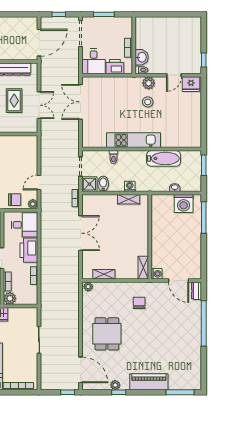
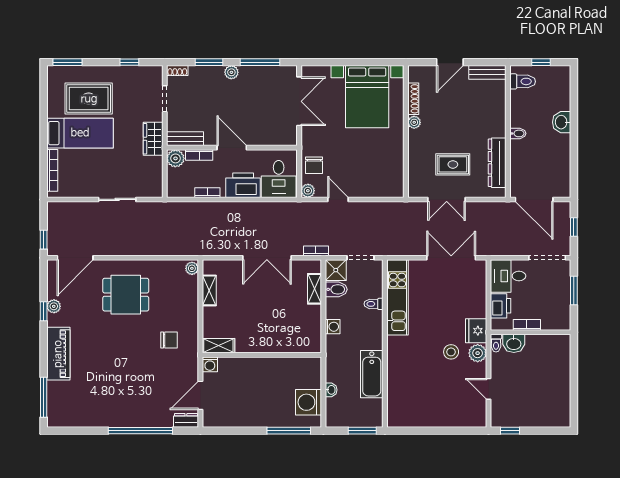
fridge: (191, 84) -> (476, 331), moved
kitchen unit: (134, 140) -> (397, 297), moved
shelving: (129, 199) -> (314, 289), moved

